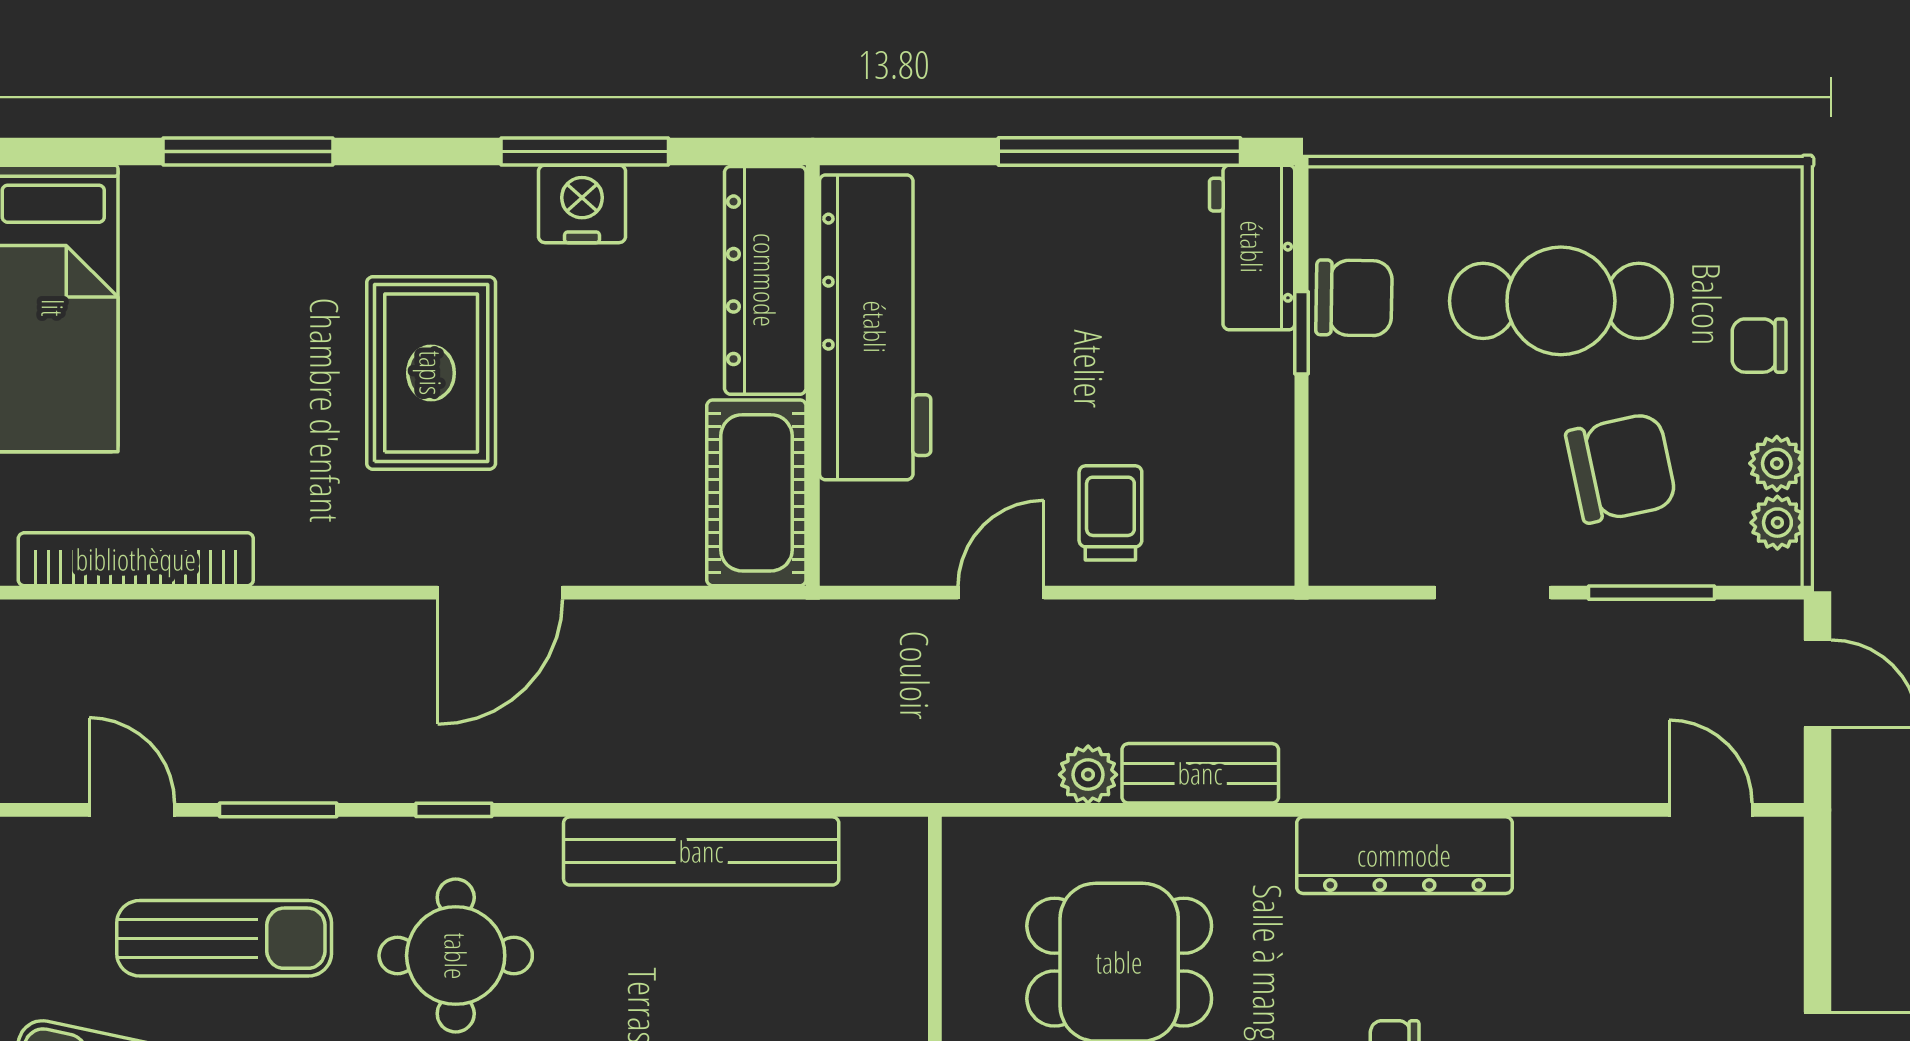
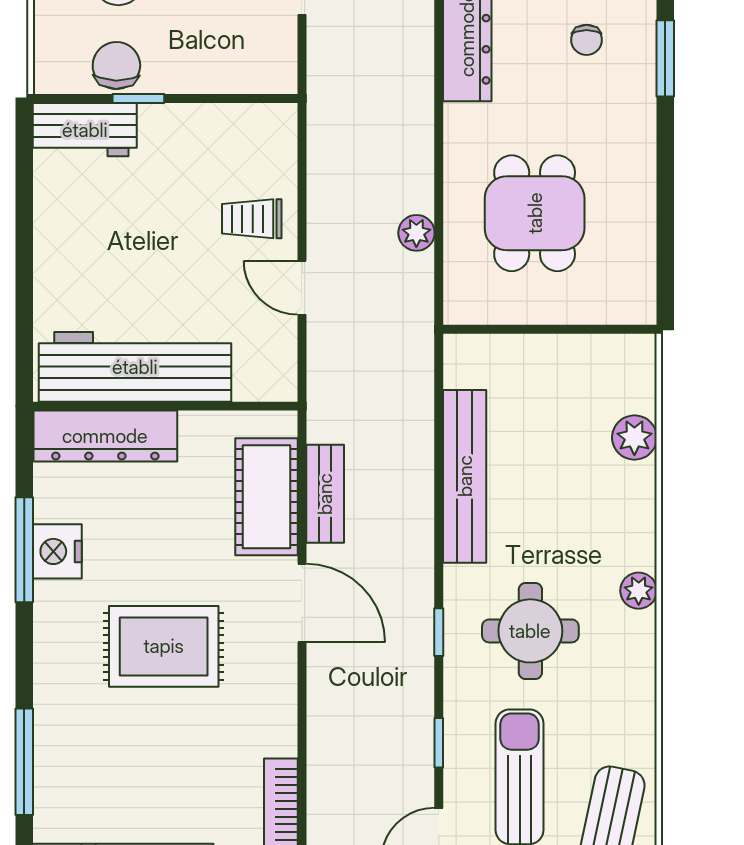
window: (1119, 151) -> (24, 213), removed
cot: (756, 493) -> (267, 497), moved, turned 90
bench: (1200, 773) -> (325, 494), moved
window: (278, 810) -> (439, 743), width x0.67

